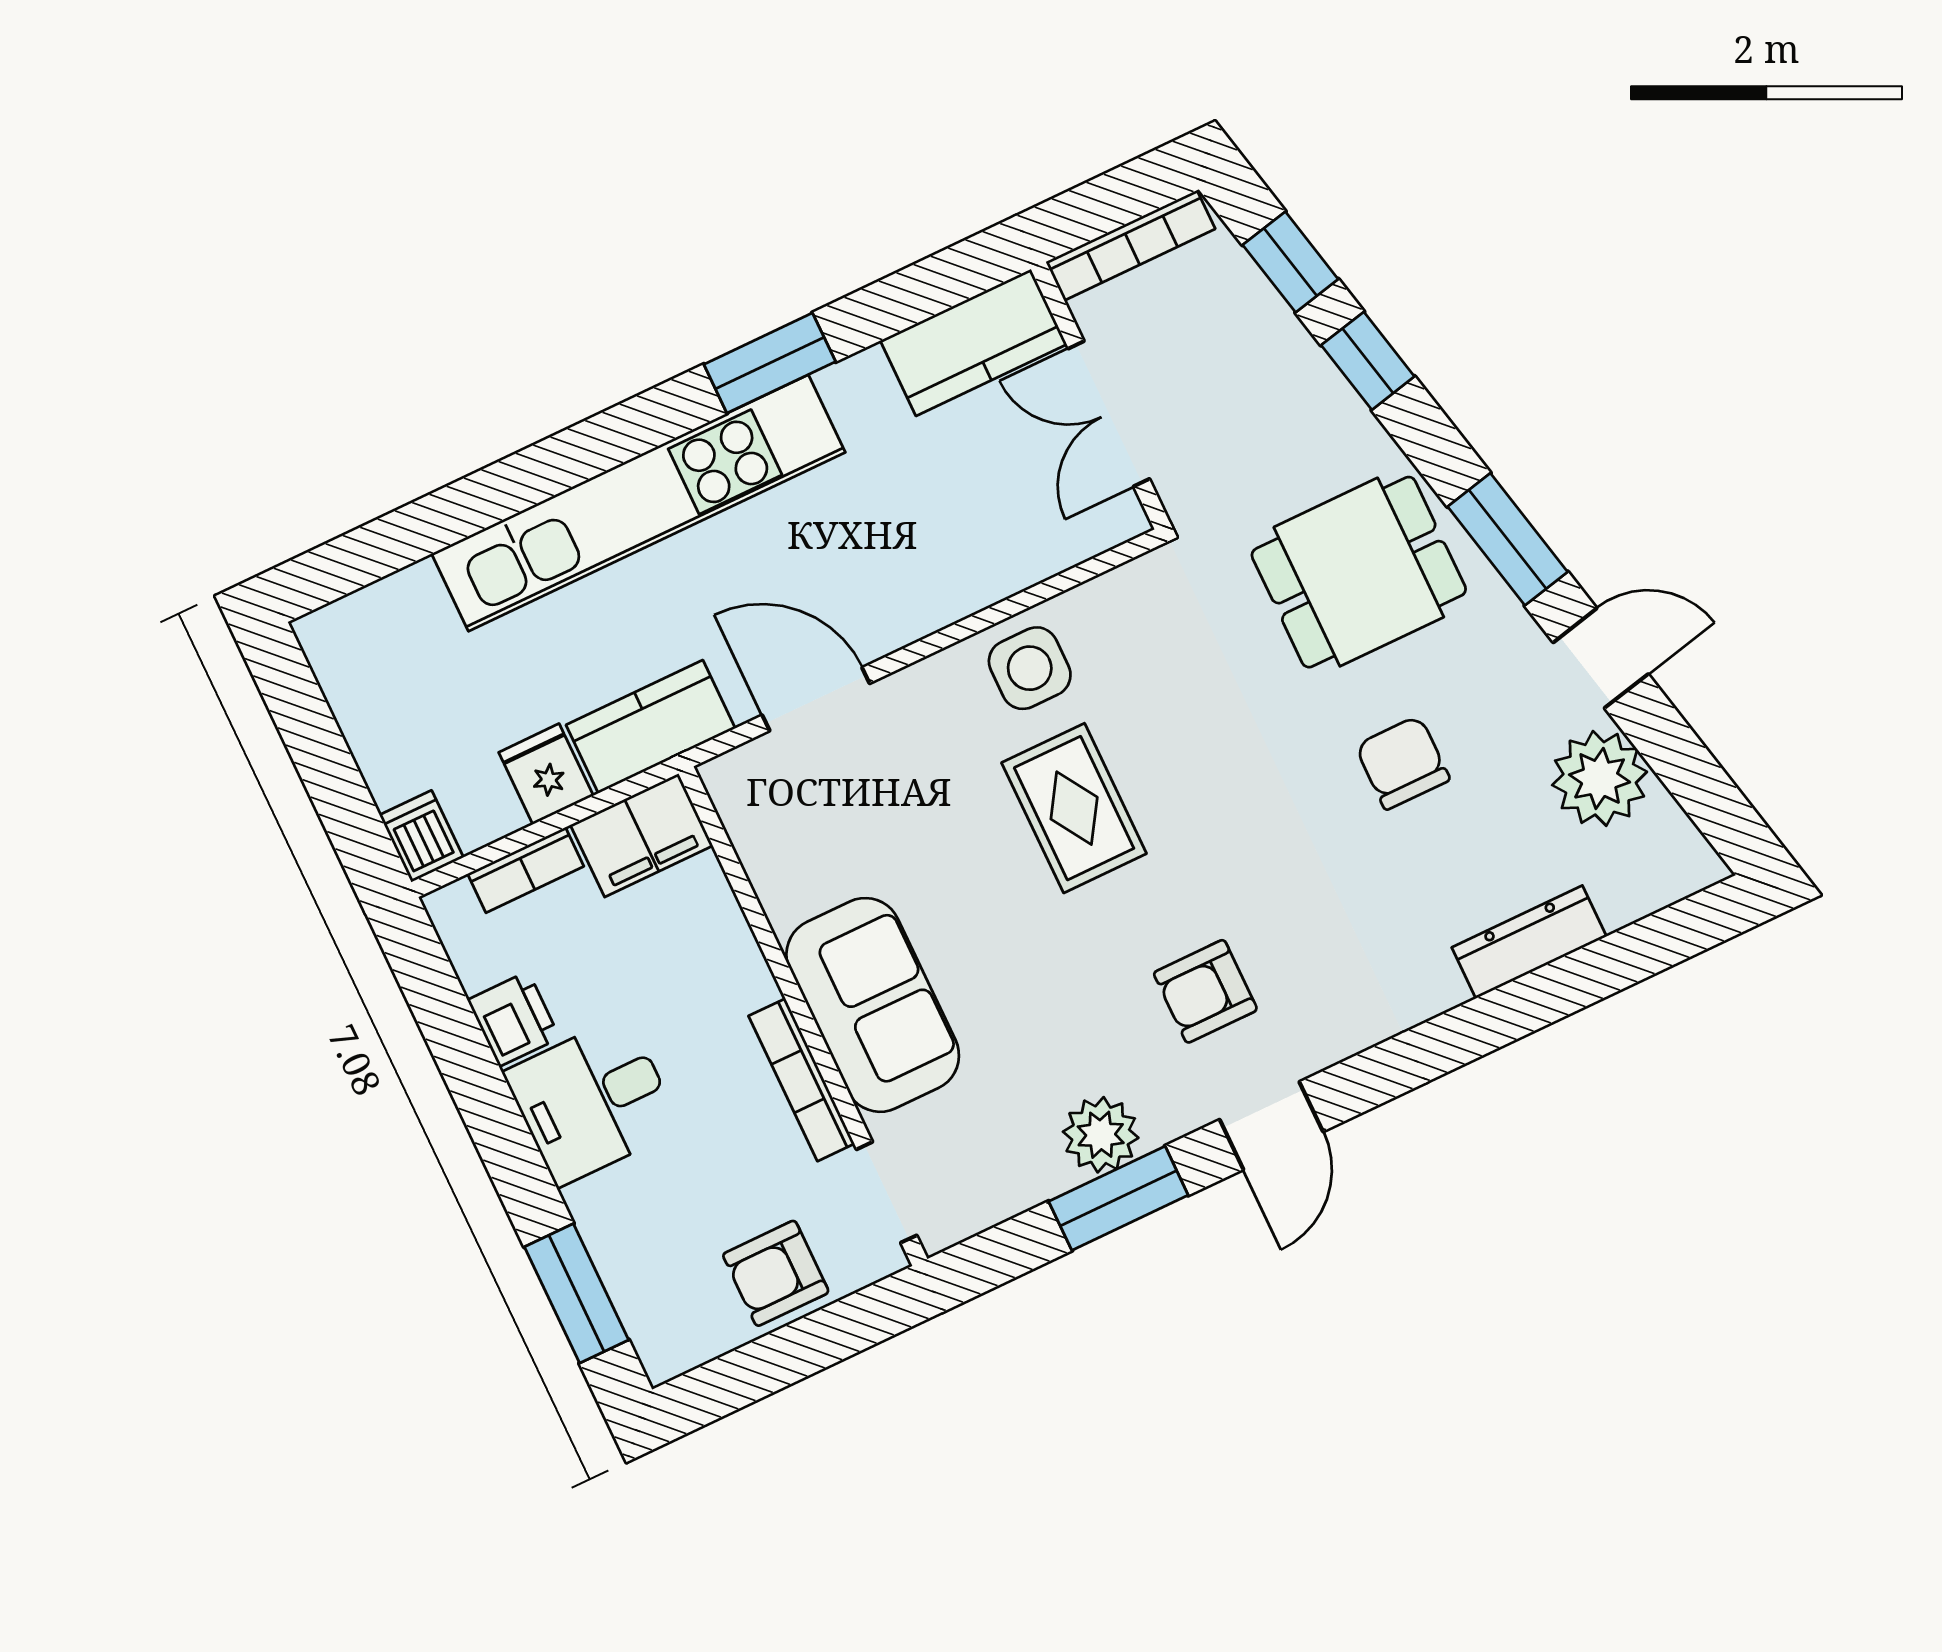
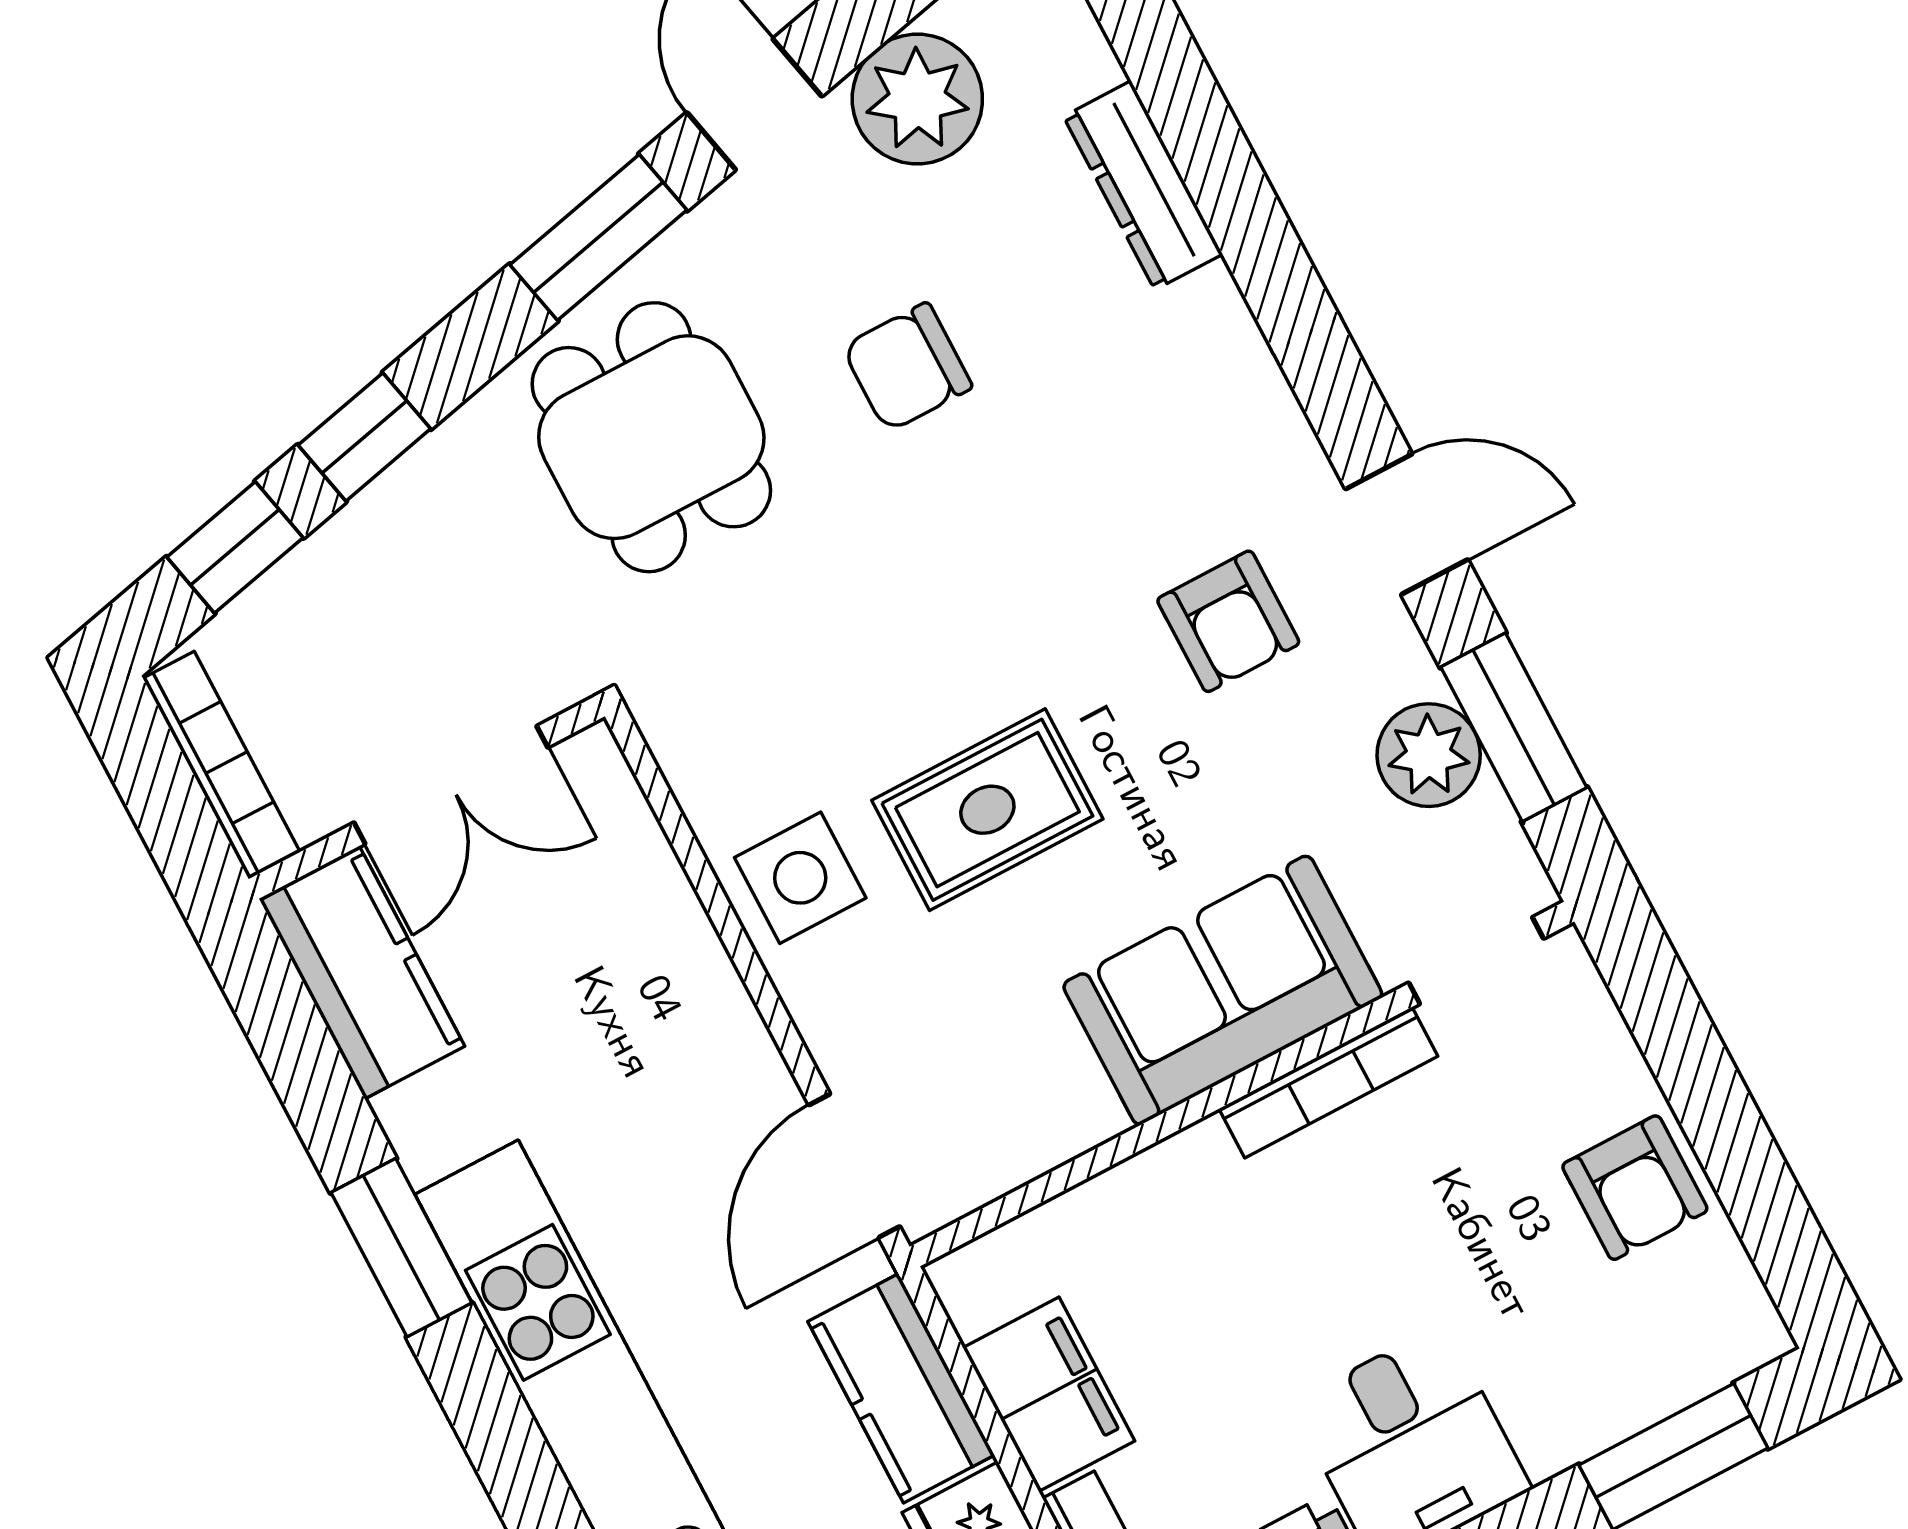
sofa: (873, 1005) -> (1223, 990), moved
wall: (803, 1016) -> (1242, 1084), moved
bookcase: (801, 1080) -> (1328, 1083), moved
doorway: (887, 1192) -> (1476, 961), moved

